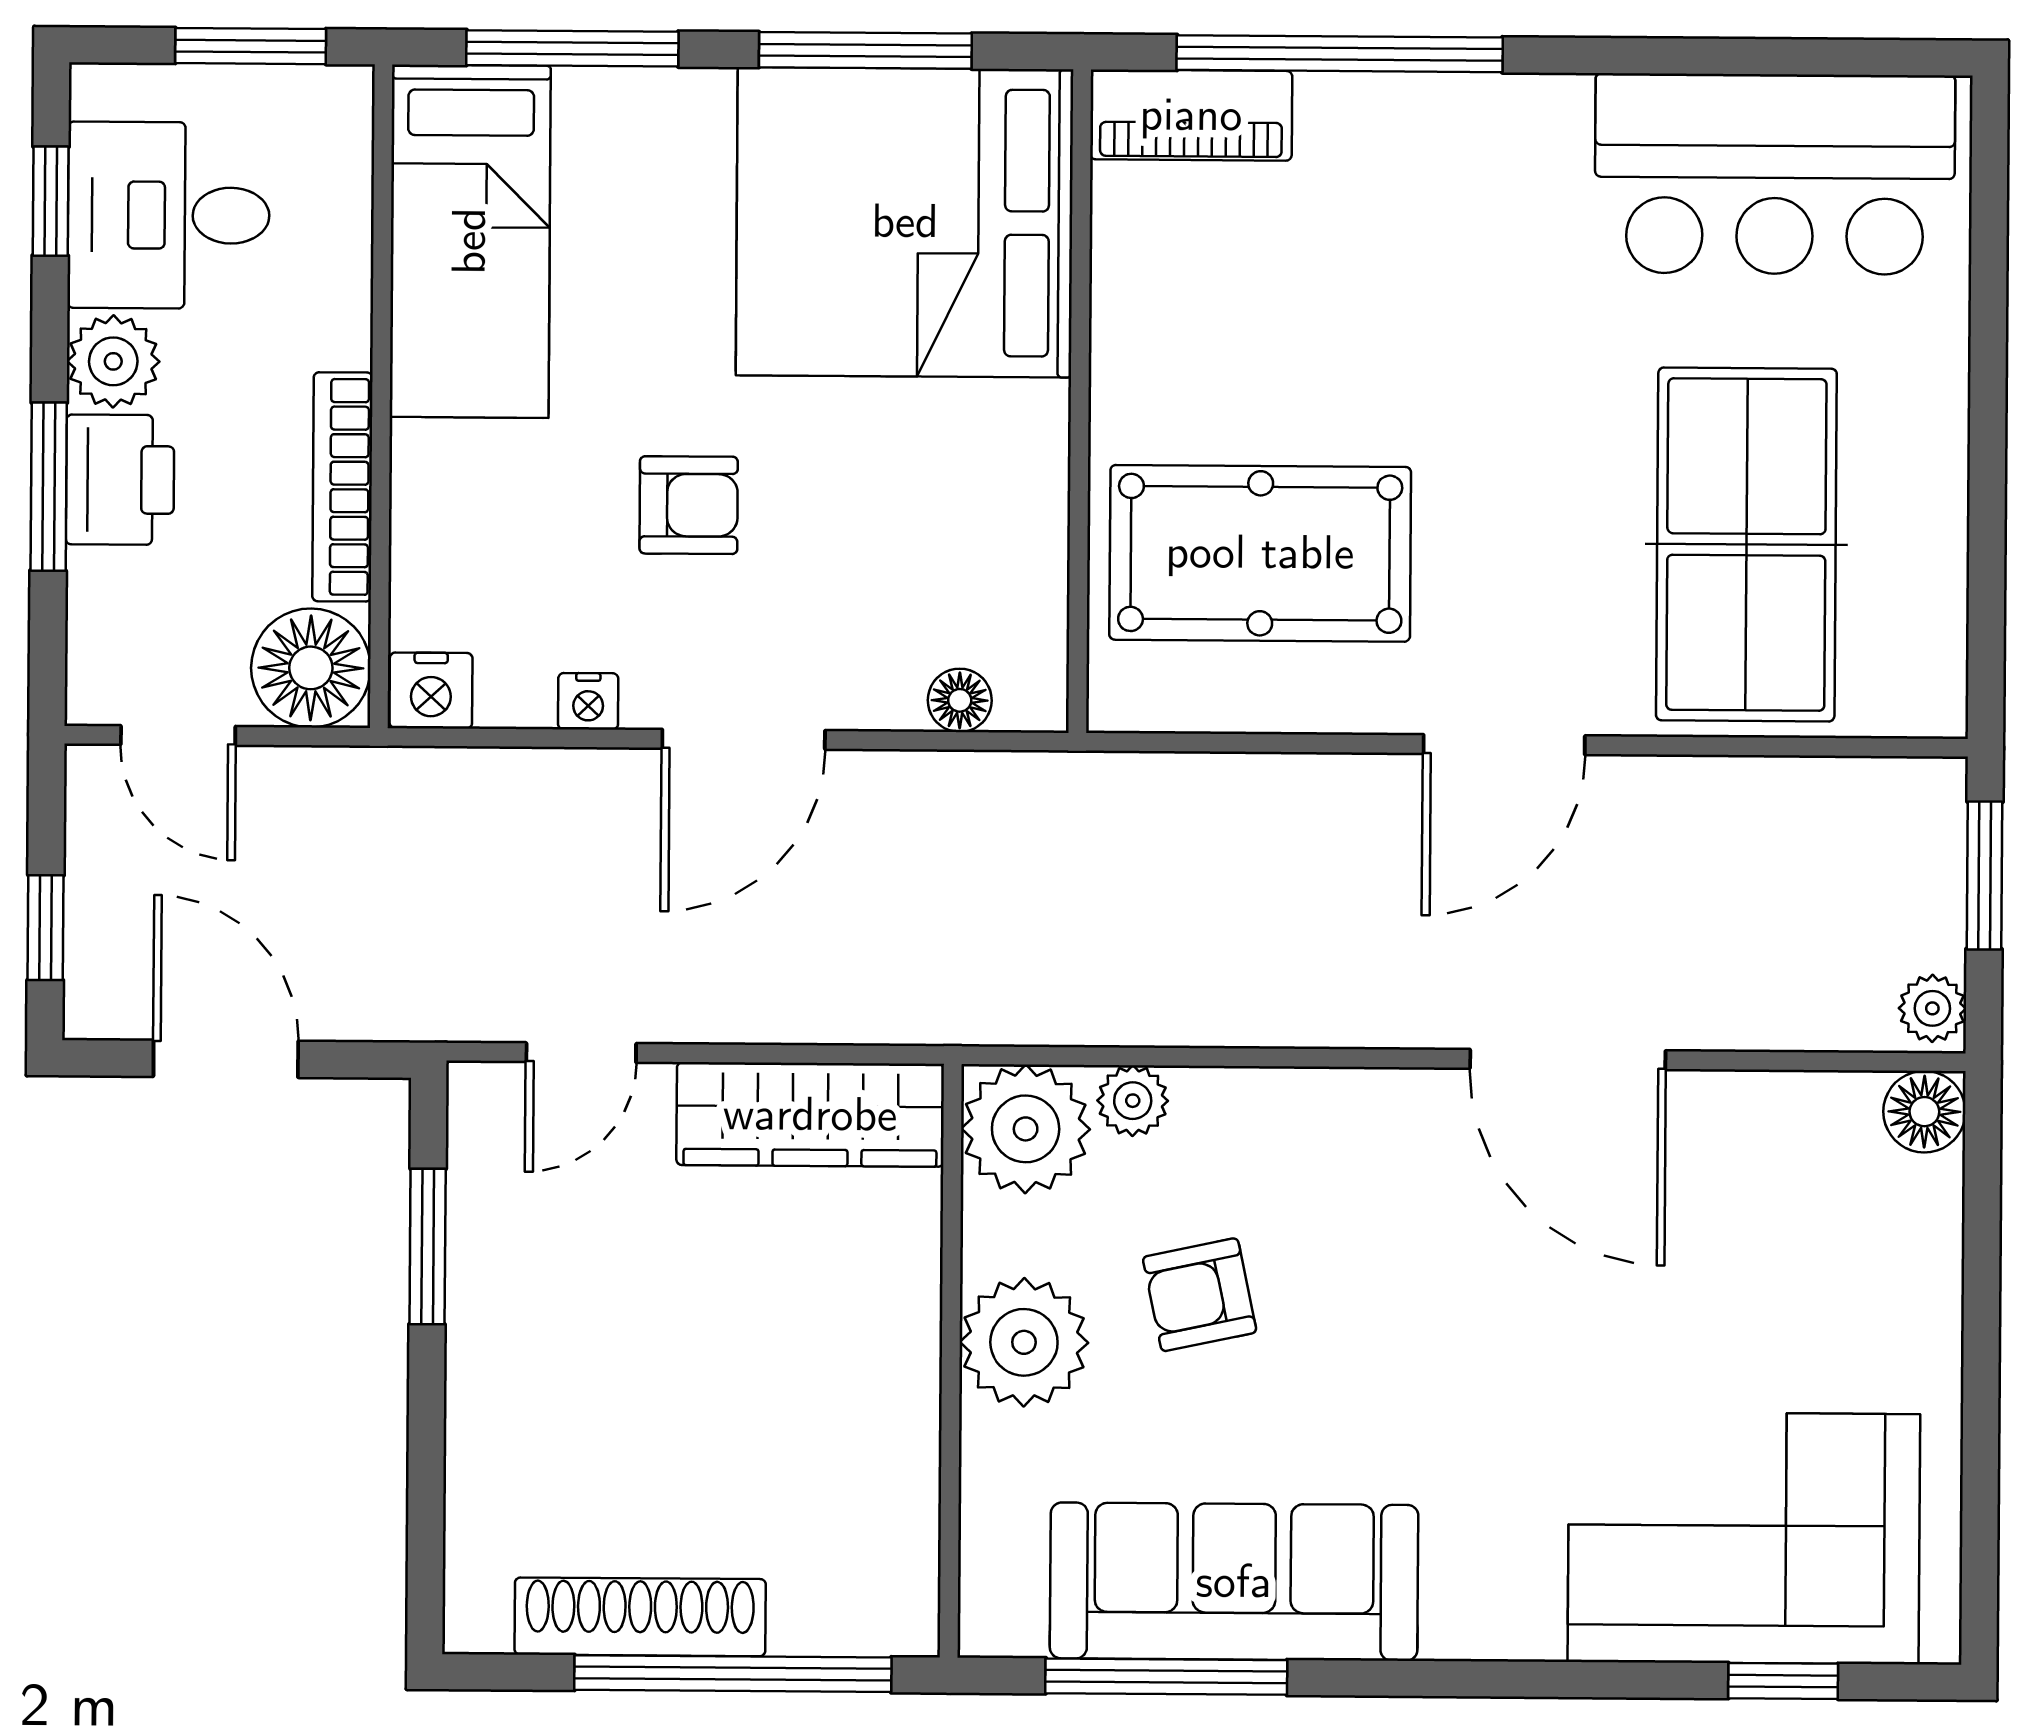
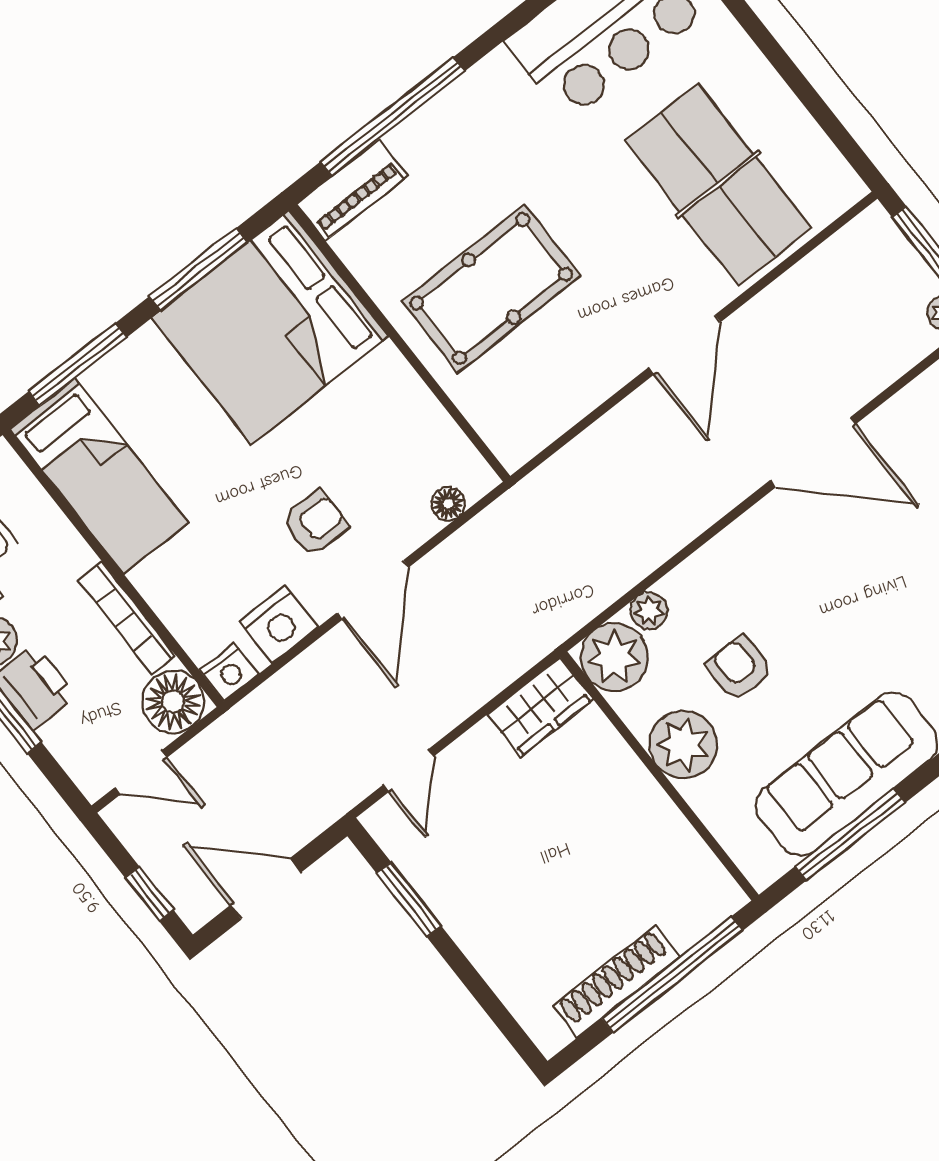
armchair: (689, 505) -> (315, 523), moved
pool table: (1260, 553) -> (491, 289), moved
nightstand: (588, 701) -> (279, 625), width x1.89, depth x1.79
wardrobe: (810, 1115) -> (540, 707), width x0.67
armchair: (1200, 1295) -> (739, 668), turned 102

